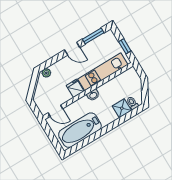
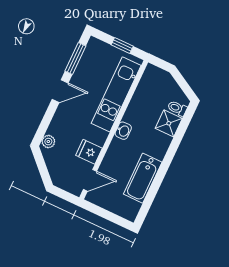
fridge: (75, 88) -> (89, 152), moved
bathtub: (80, 130) -> (143, 178), width x0.73, depth x0.73

